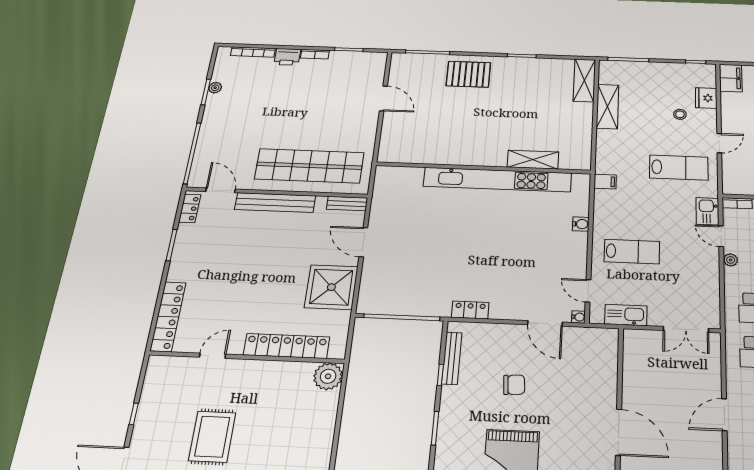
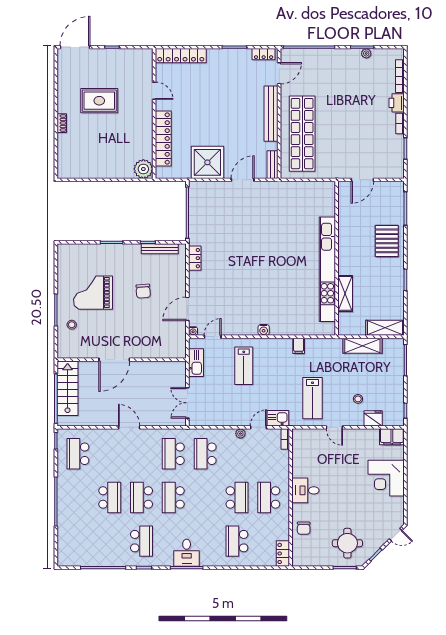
shelving: (533, 160) -> (345, 293), moved
wall: (483, 168) -> (337, 258), moved
kitchen unit: (497, 180) -> (327, 269), moved

